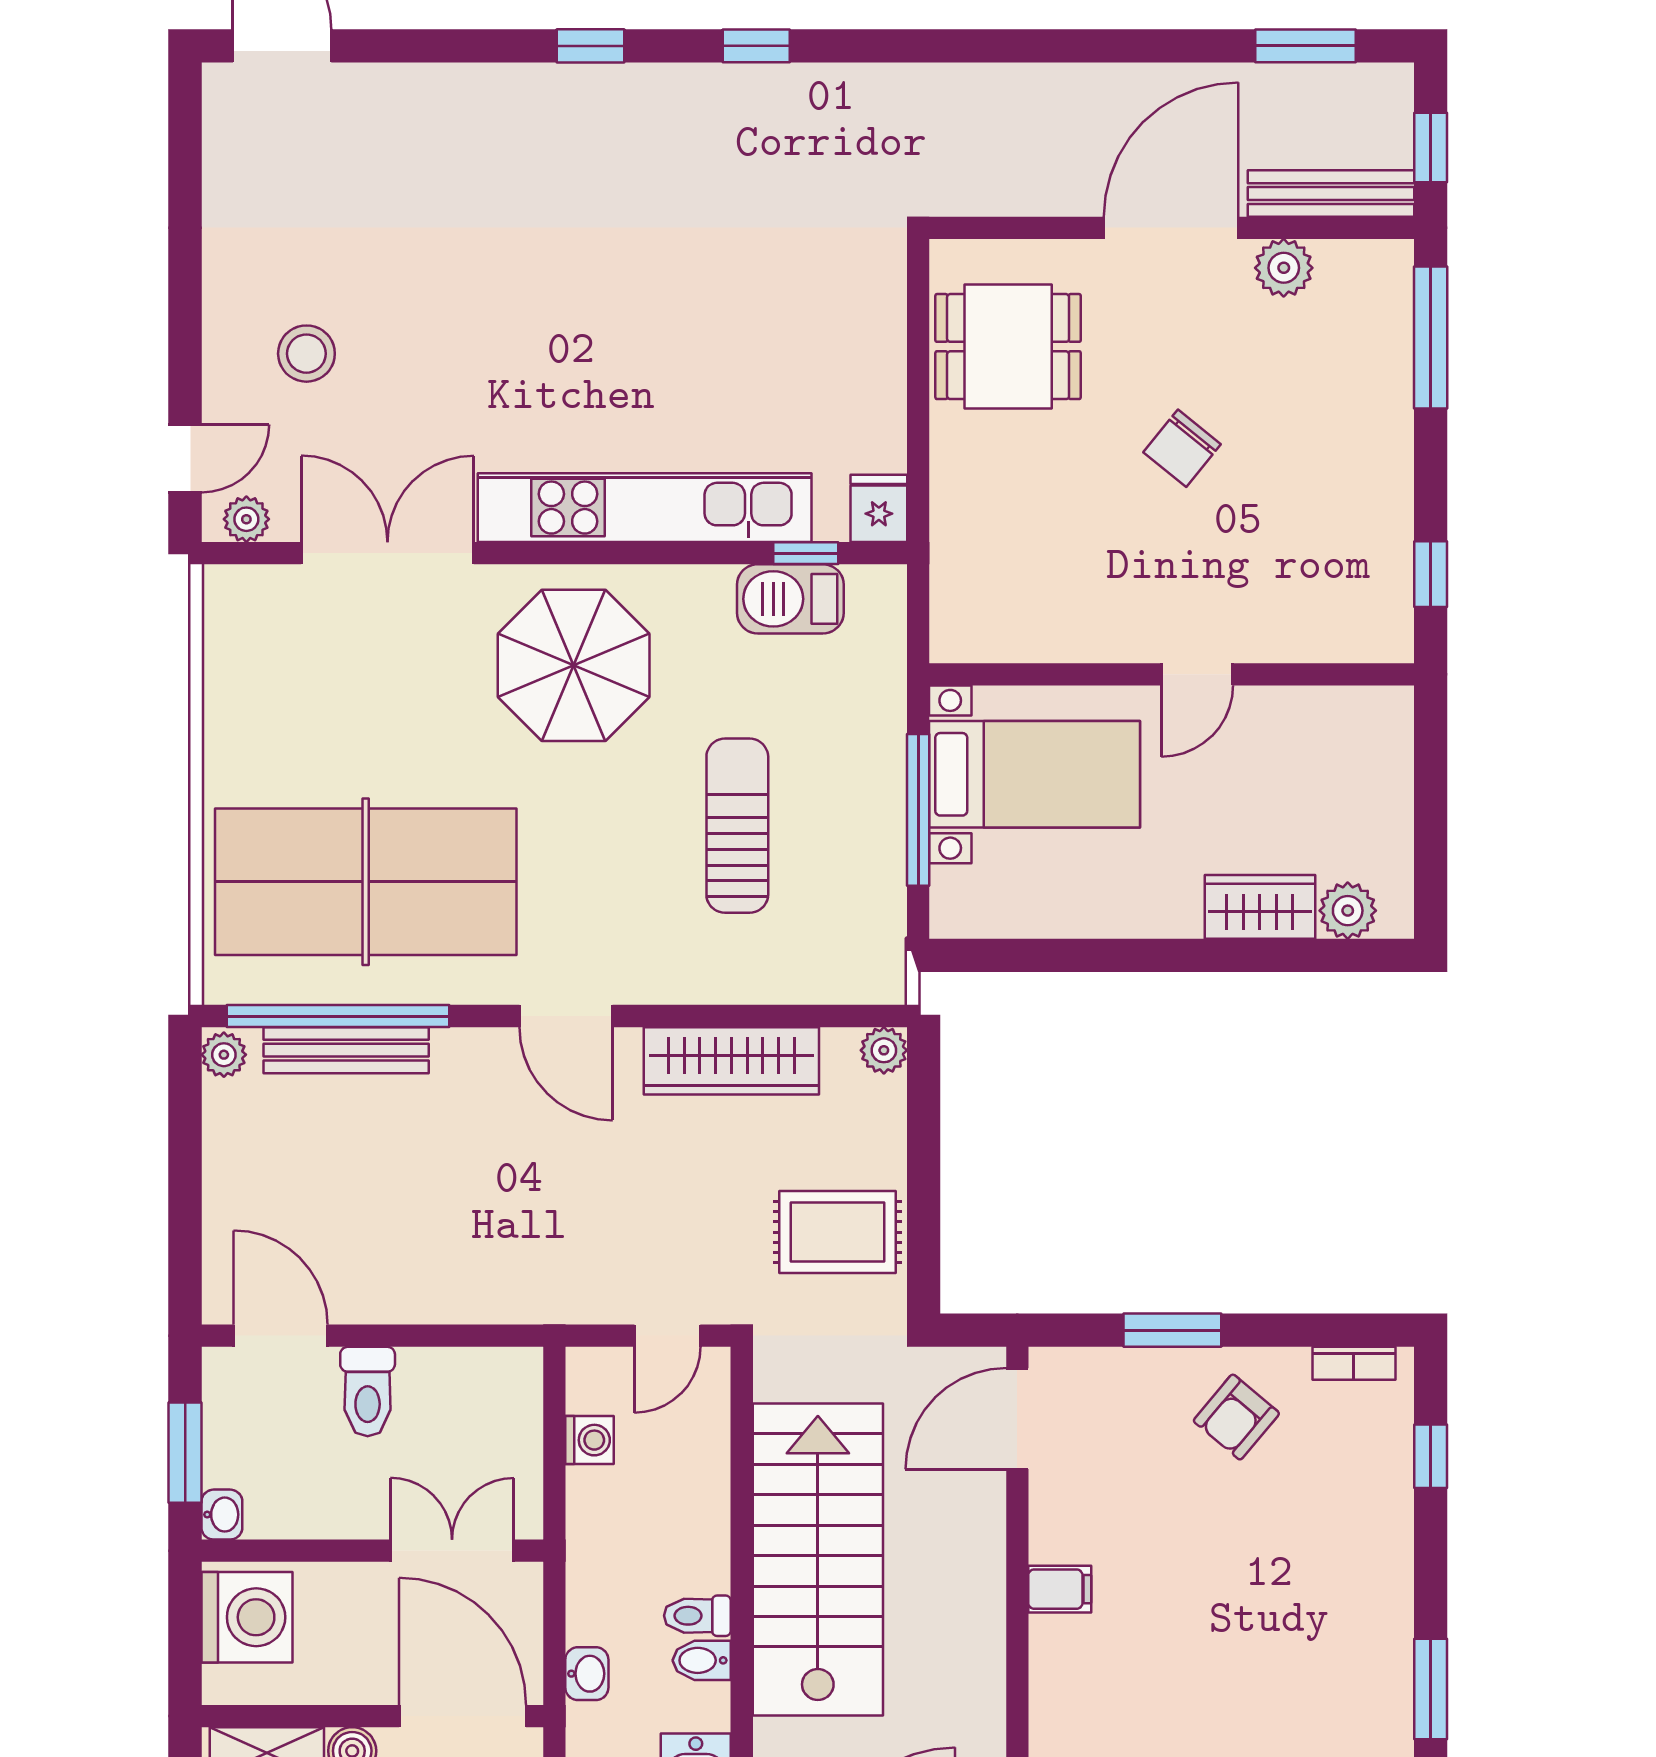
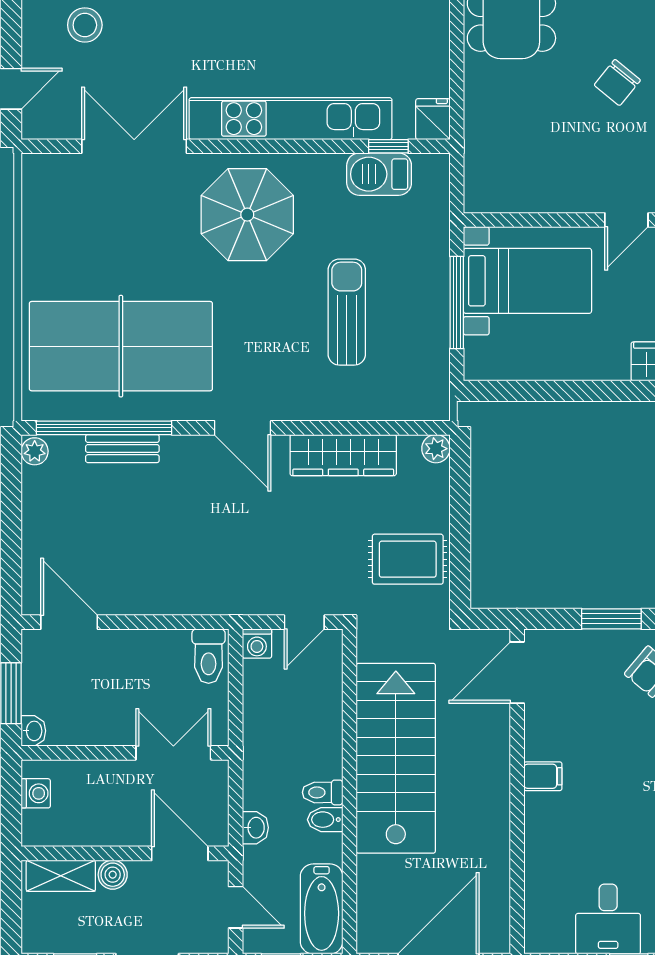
plant: (246, 519) -> (48, 126), removed
bench: (346, 1050) -> (122, 449), width x0.73
toilet: (368, 1392) -> (209, 656), moved
washing machine: (589, 1440) -> (257, 644), moved, turned 90
washing machine: (247, 1617) -> (36, 793), width x0.53, depth x0.53
door: (463, 1716) -> (180, 853), width x0.73

